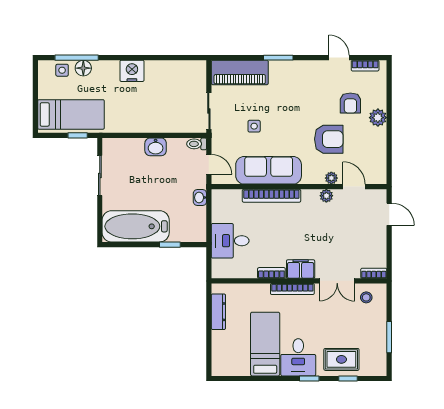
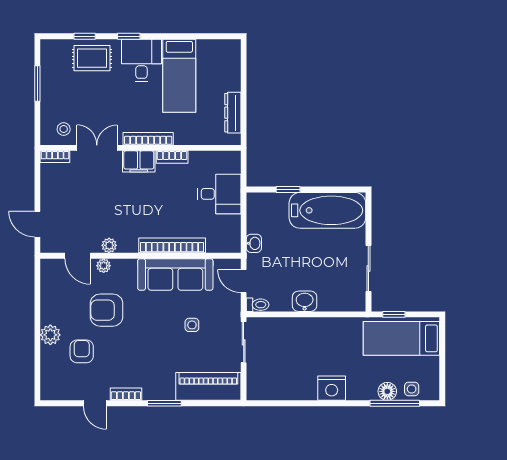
bookcase: (365, 66) -> (126, 394), moved

